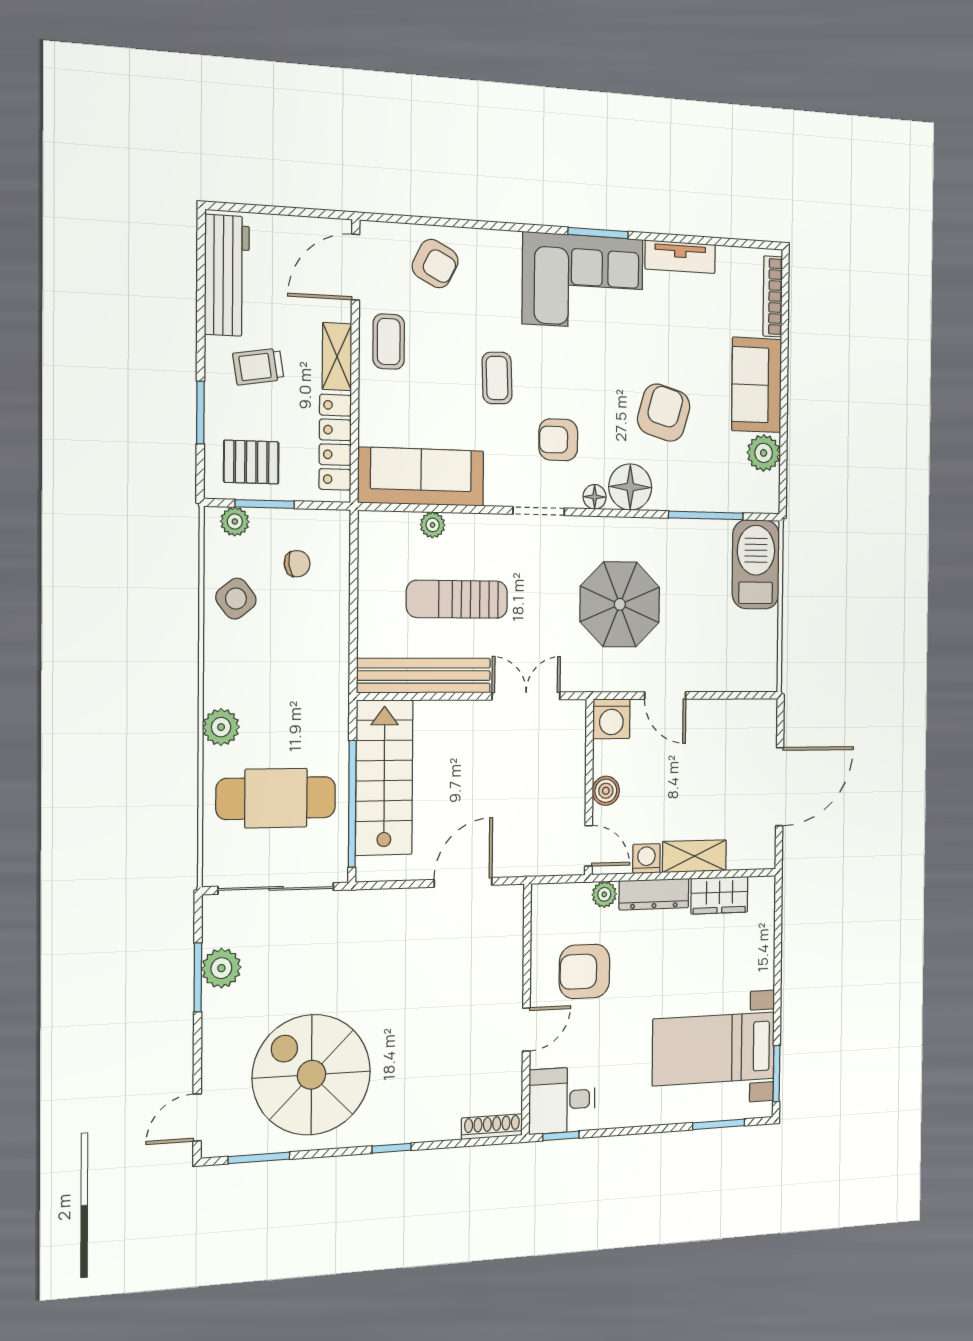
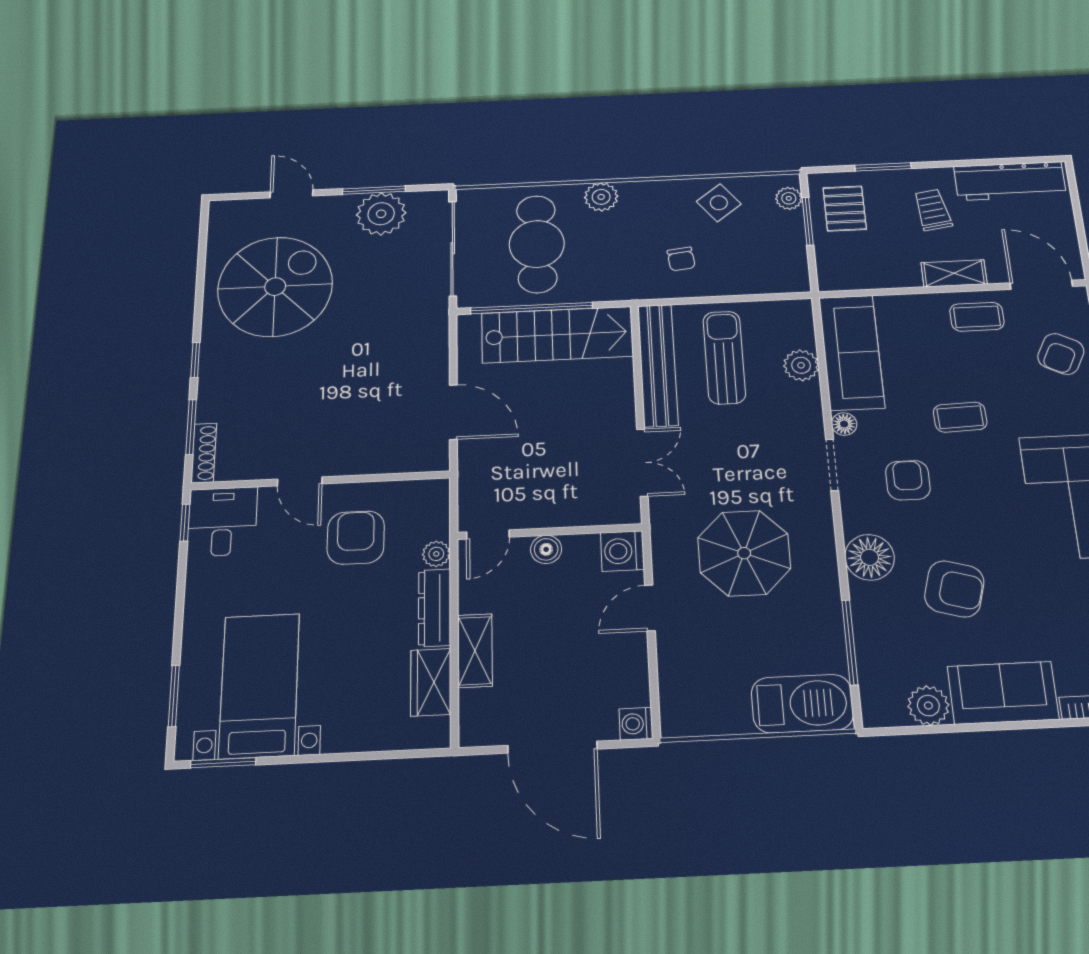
locker: (335, 442) -> (873, 276), removed
floor lamp: (595, 497) -> (844, 424), moved
plant: (433, 525) -> (801, 365), width x1.38, depth x1.38
chair: (297, 564) -> (681, 259), moved
sun lounger: (457, 599) -> (724, 357), moved
washing machine: (646, 859) -> (636, 724), moved, turned 180
plant: (221, 968) -> (381, 214), width x1.36, depth x1.36
door: (197, 1117) -> (291, 194), moved
window: (259, 1158) -> (191, 427), moved

